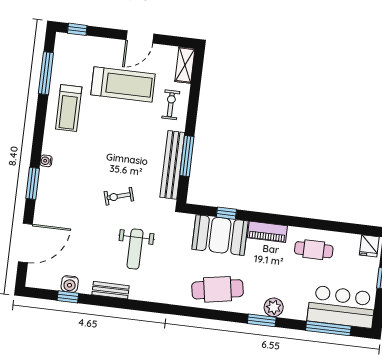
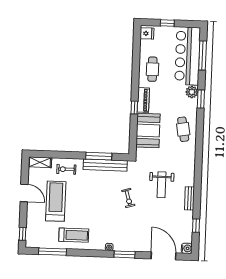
window: (226, 213) -> (134, 108), moved
weight bench: (135, 249) -> (162, 185), turned 90
water cooler: (70, 284) -> (187, 248), moved
cafe table: (218, 289) -> (183, 129), width x0.73, depth x0.74
bar counter: (341, 307) -> (188, 56), width x1.36

